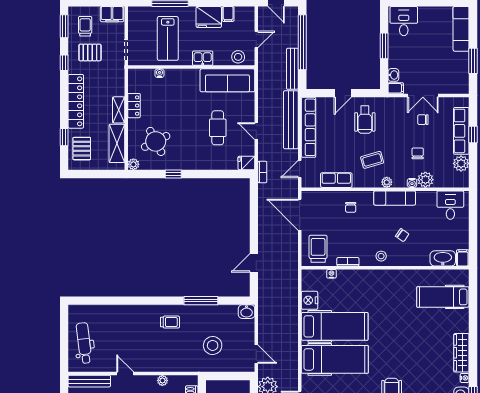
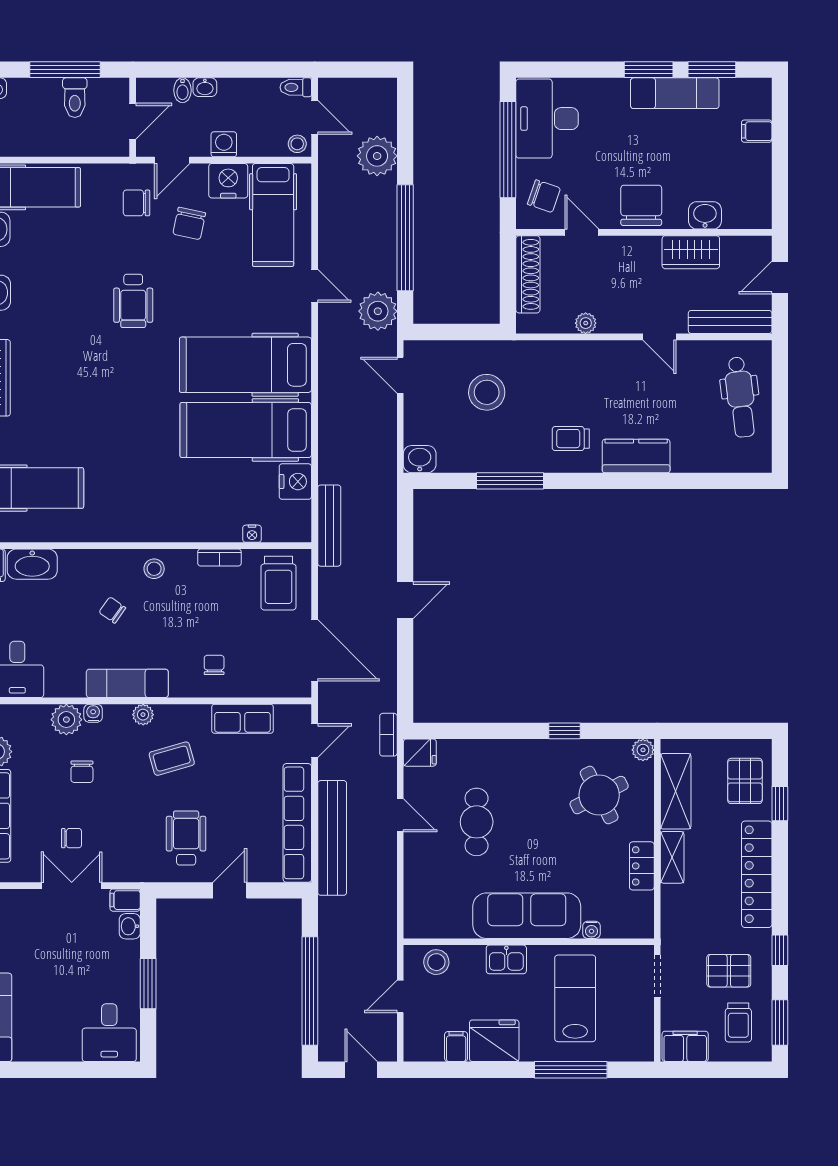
bench: (292, 69) -> (329, 526), moved
sofa: (227, 80) -> (527, 916), moved
door: (254, 263) -> (405, 600), moved
kitchen counter: (137, 313) -> (636, 456), added

